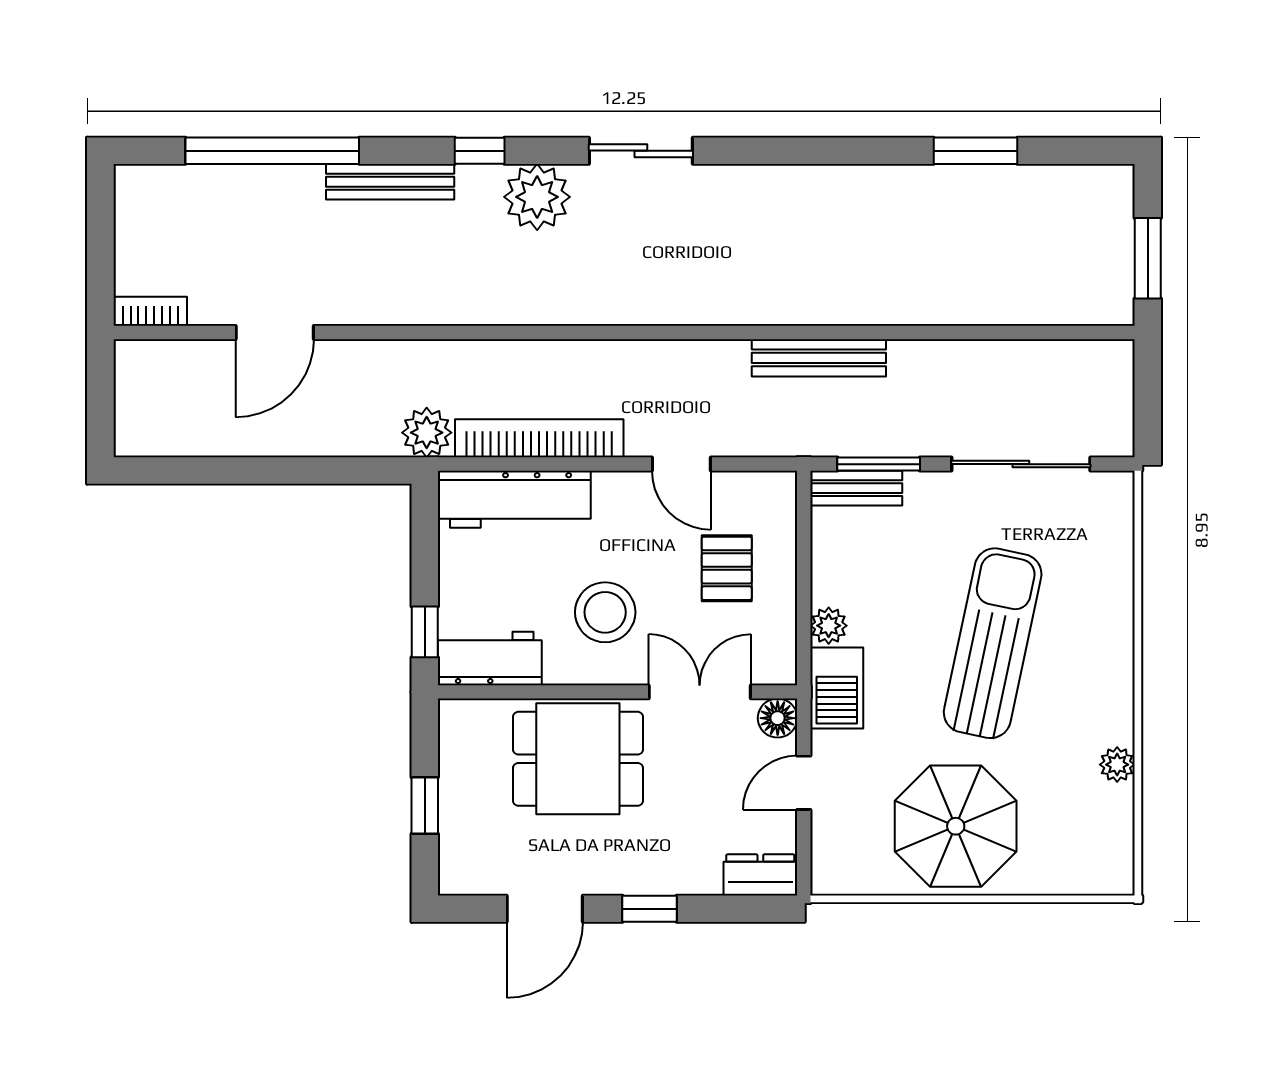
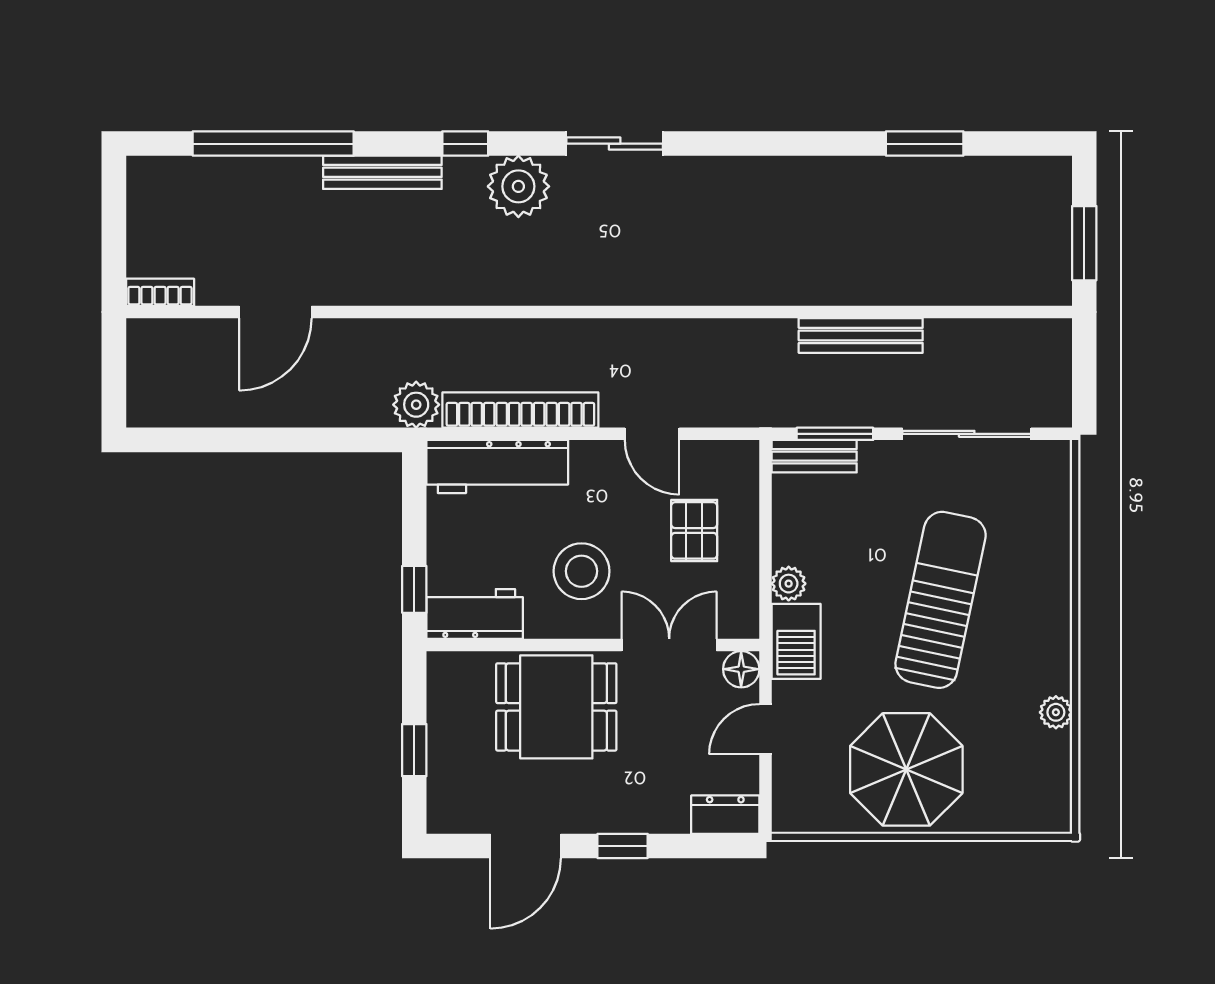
bench: (819, 358) -> (861, 335), moved

